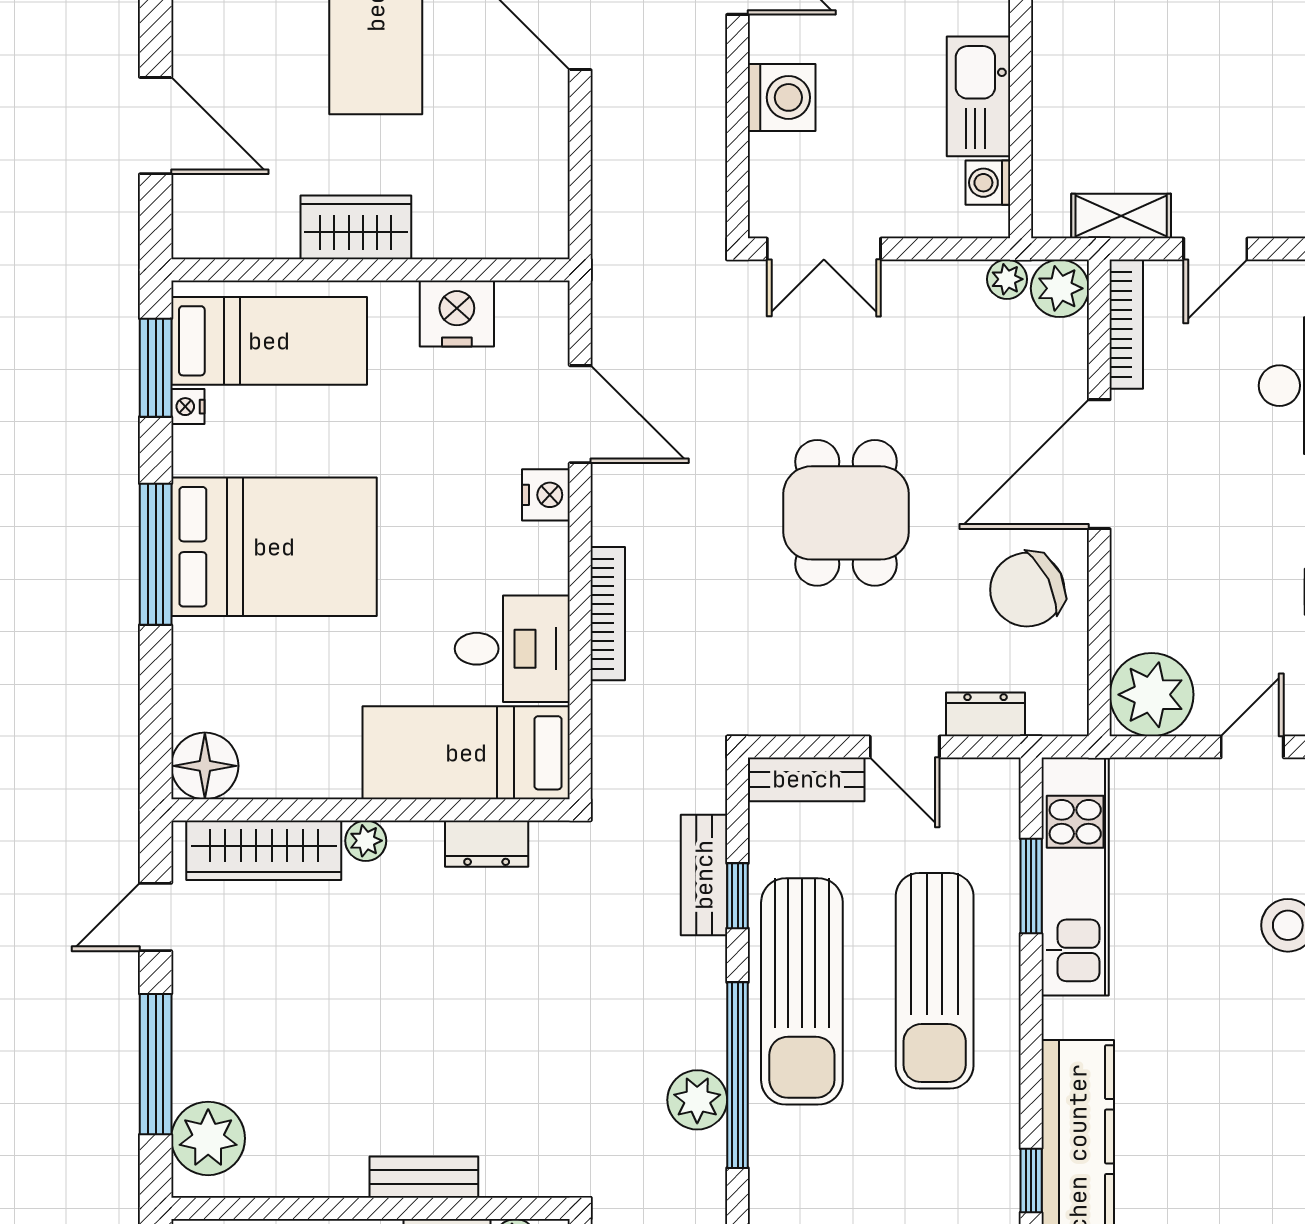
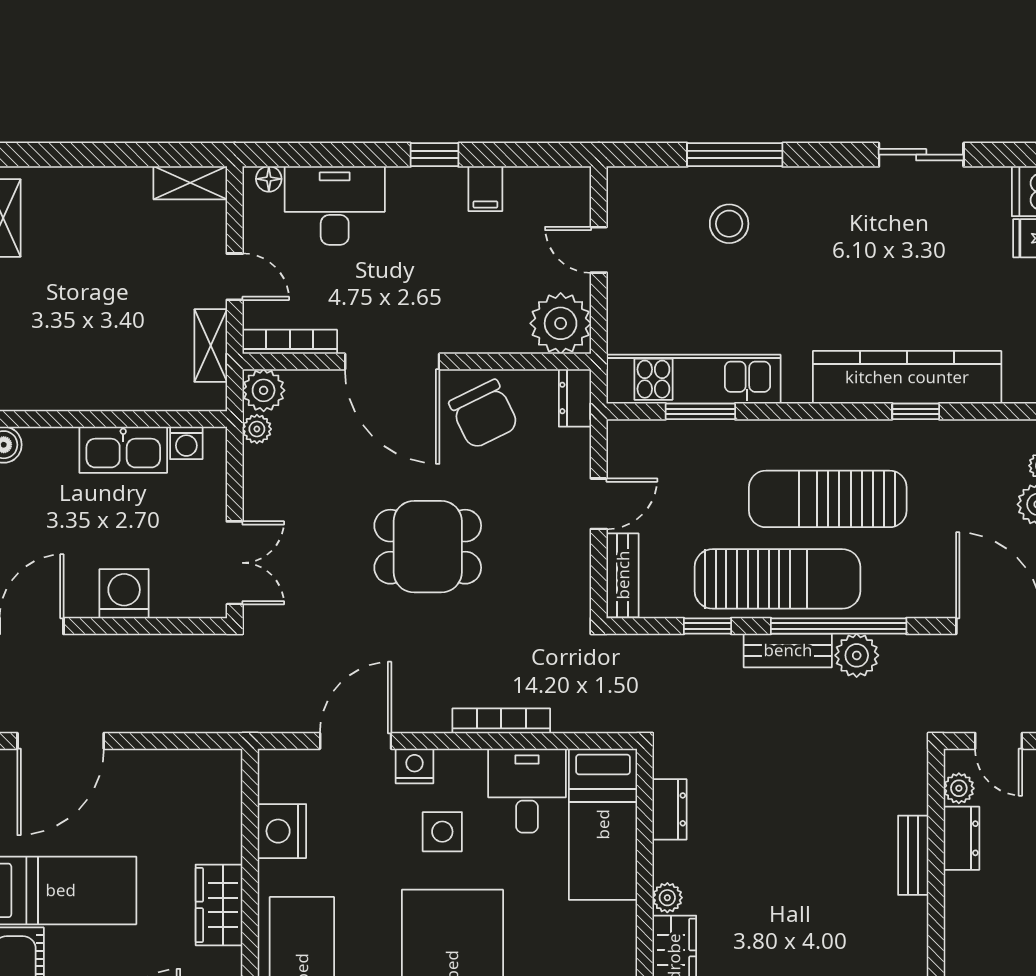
side table: (456, 533) -> (442, 832), added
dresser: (986, 714) -> (575, 398), moved
bench: (704, 875) -> (788, 650), moved
sun lounger: (935, 981) -> (828, 499), moved, turned 180

